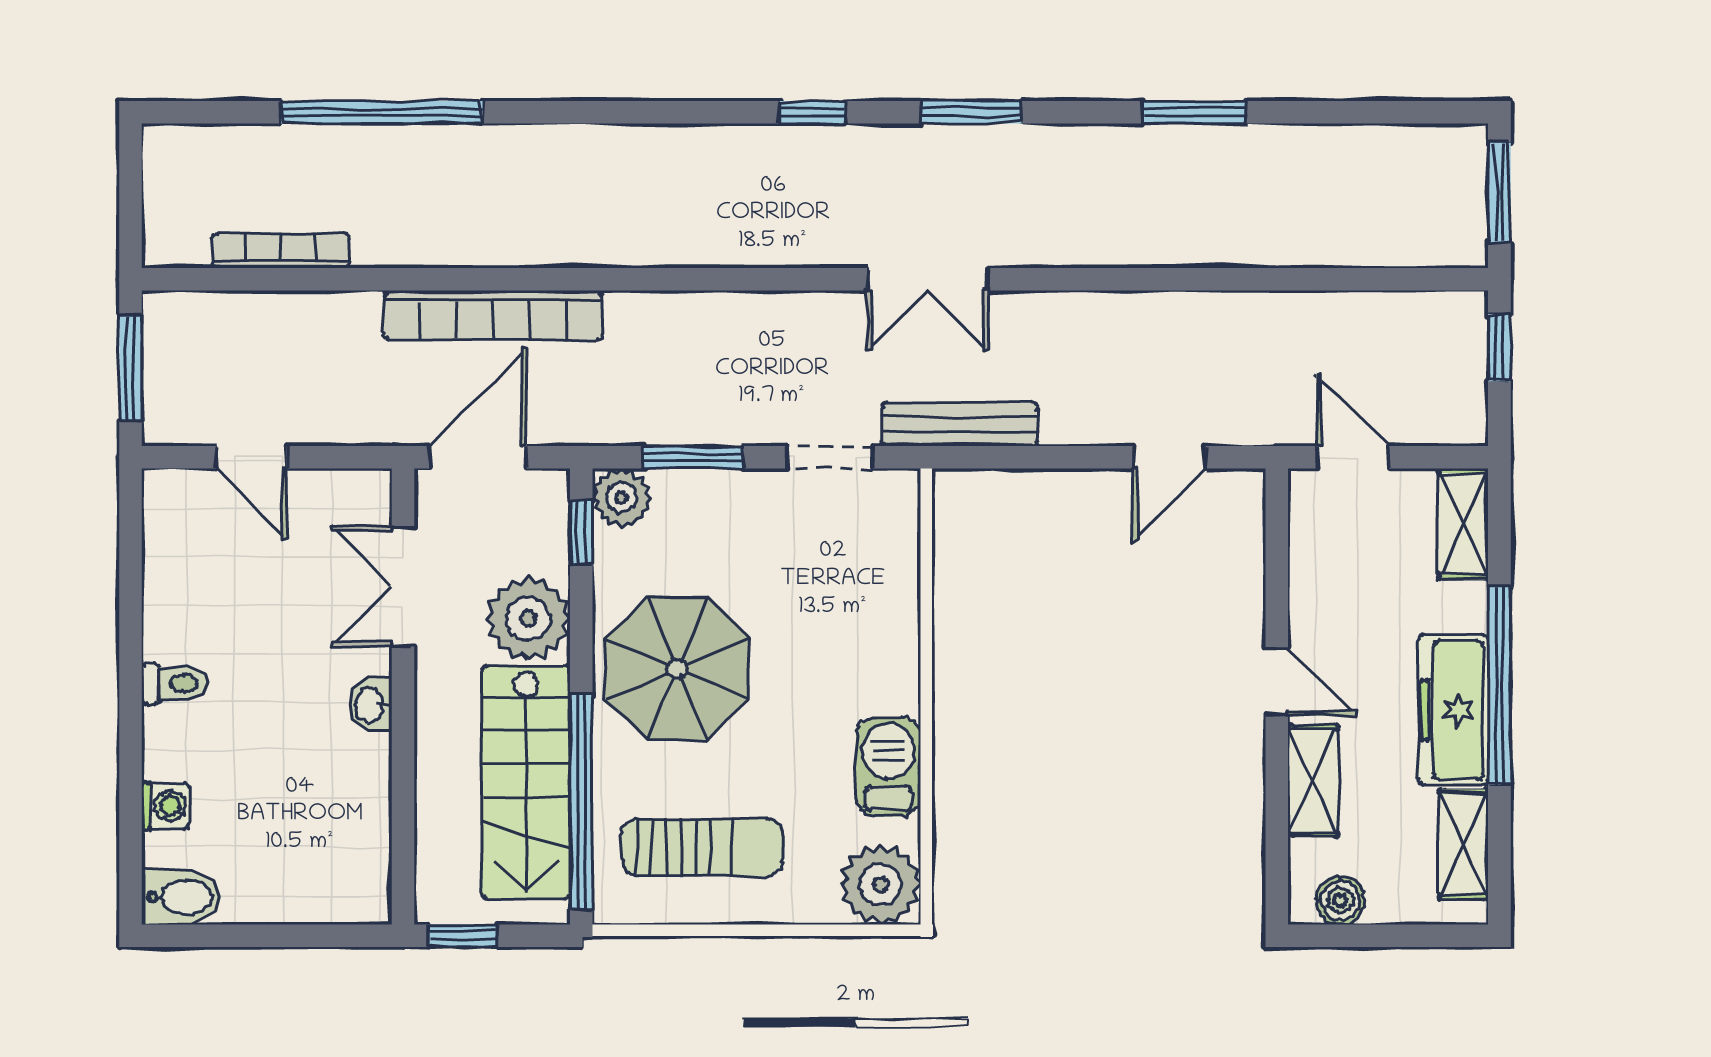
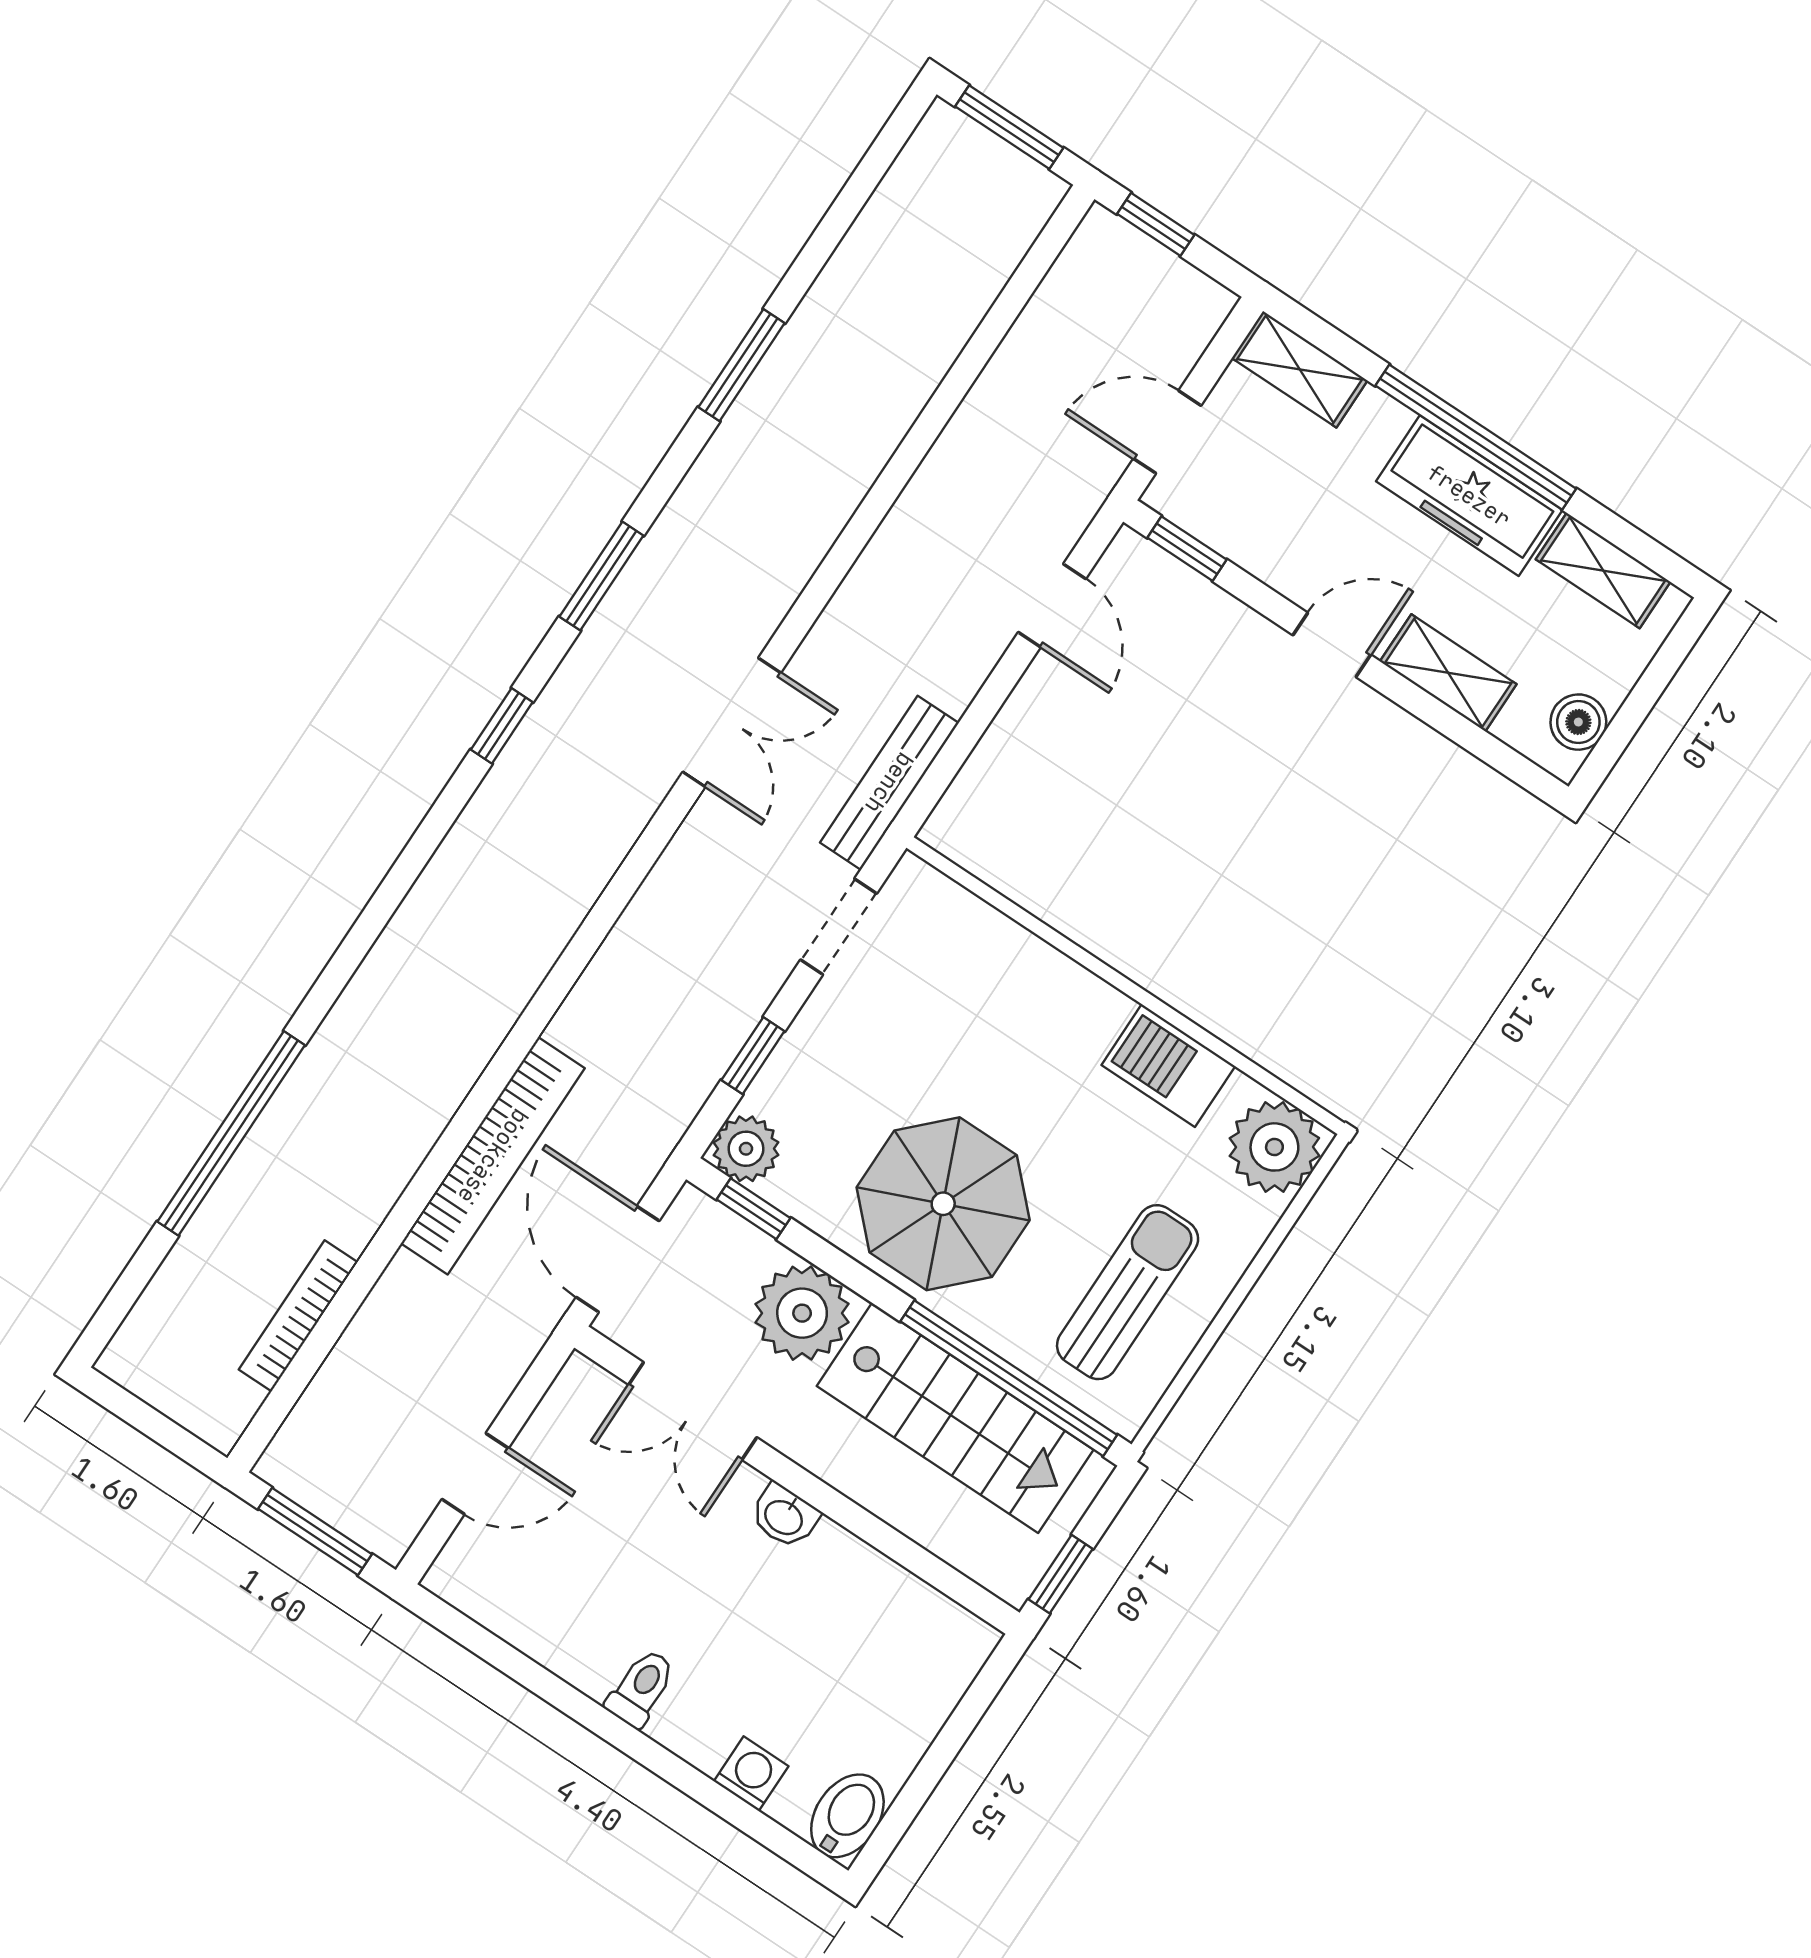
window: (693, 457) -> (753, 1056), width x0.67
window: (1277, 529) -> (1187, 549), added

